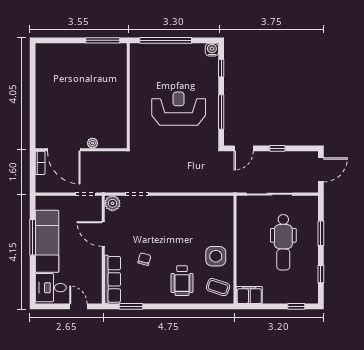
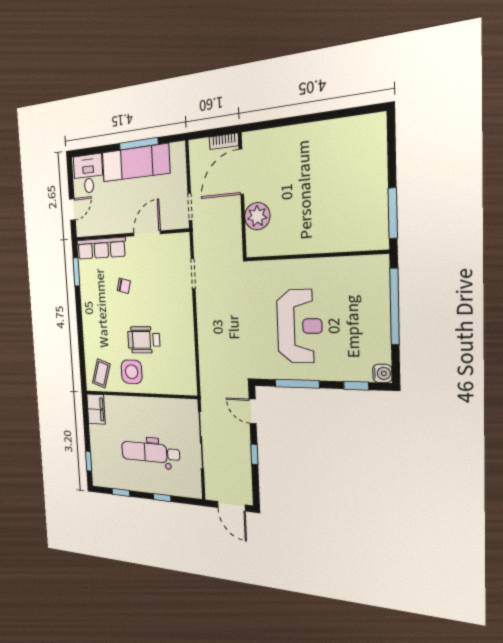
plant: (92, 143) -> (257, 216), width x1.88, depth x1.88
plant: (112, 203) -> (181, 243), removed
window: (321, 233) -> (162, 498), width x0.67
wheelchair: (182, 281) -> (144, 340), moved

